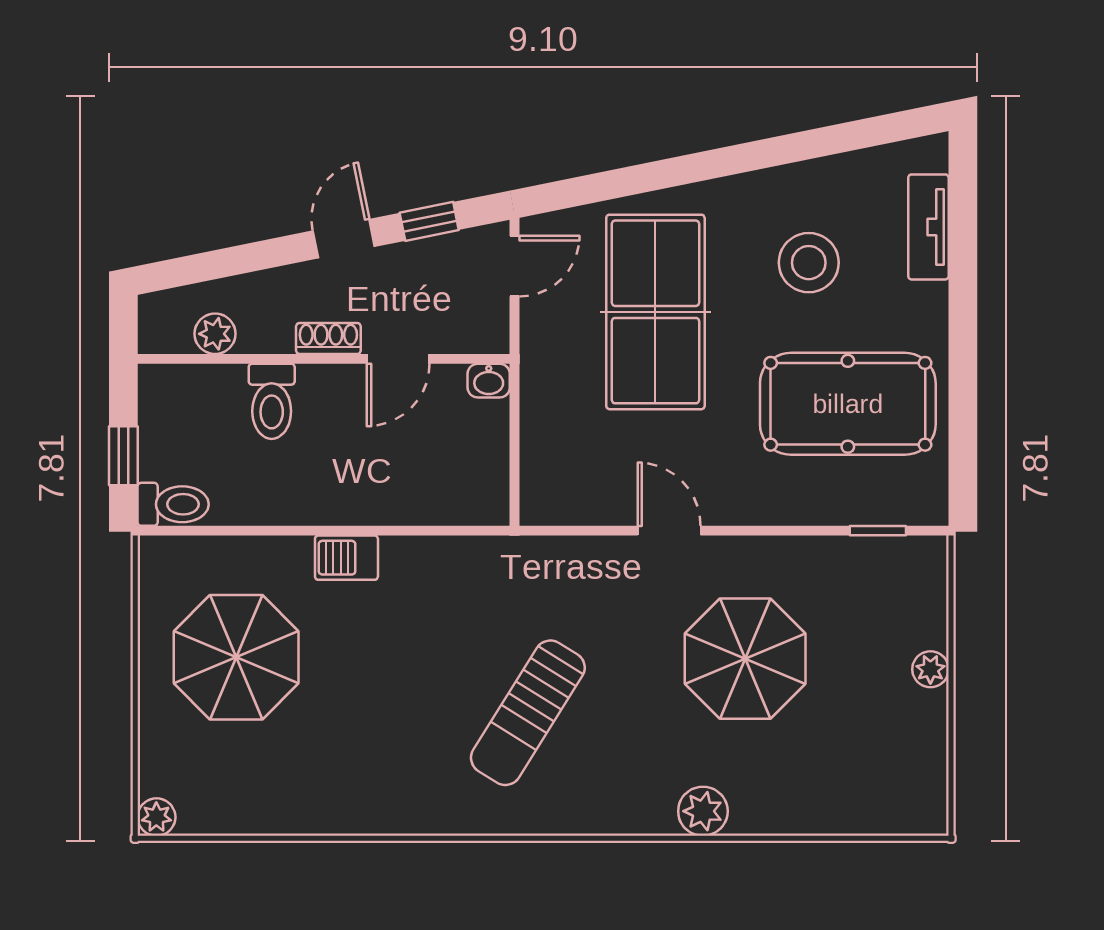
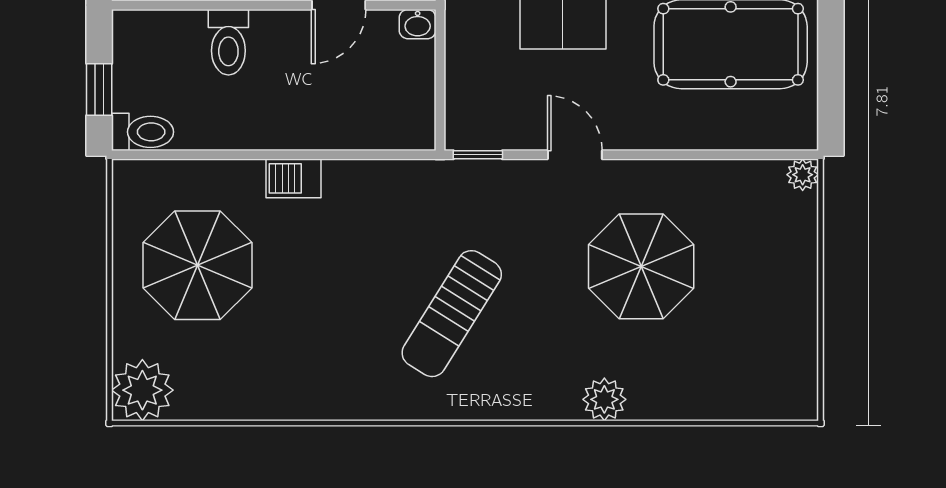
window: (878, 531) -> (478, 155), moved
plant: (930, 669) -> (803, 175), moved
plant: (156, 817) -> (142, 390), width x1.88, depth x1.88

